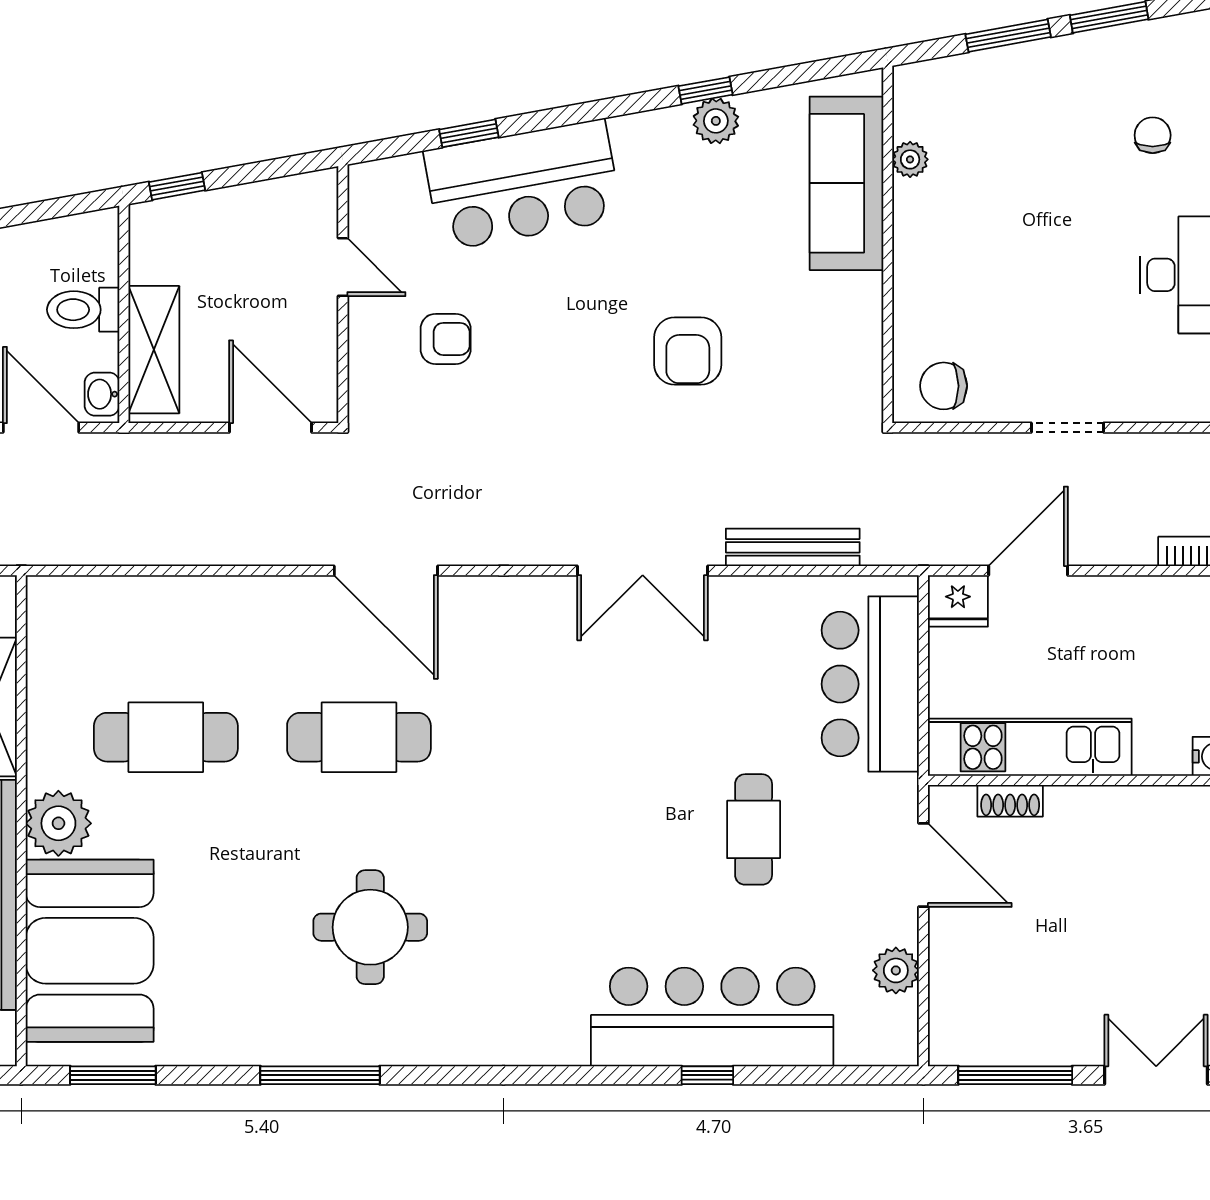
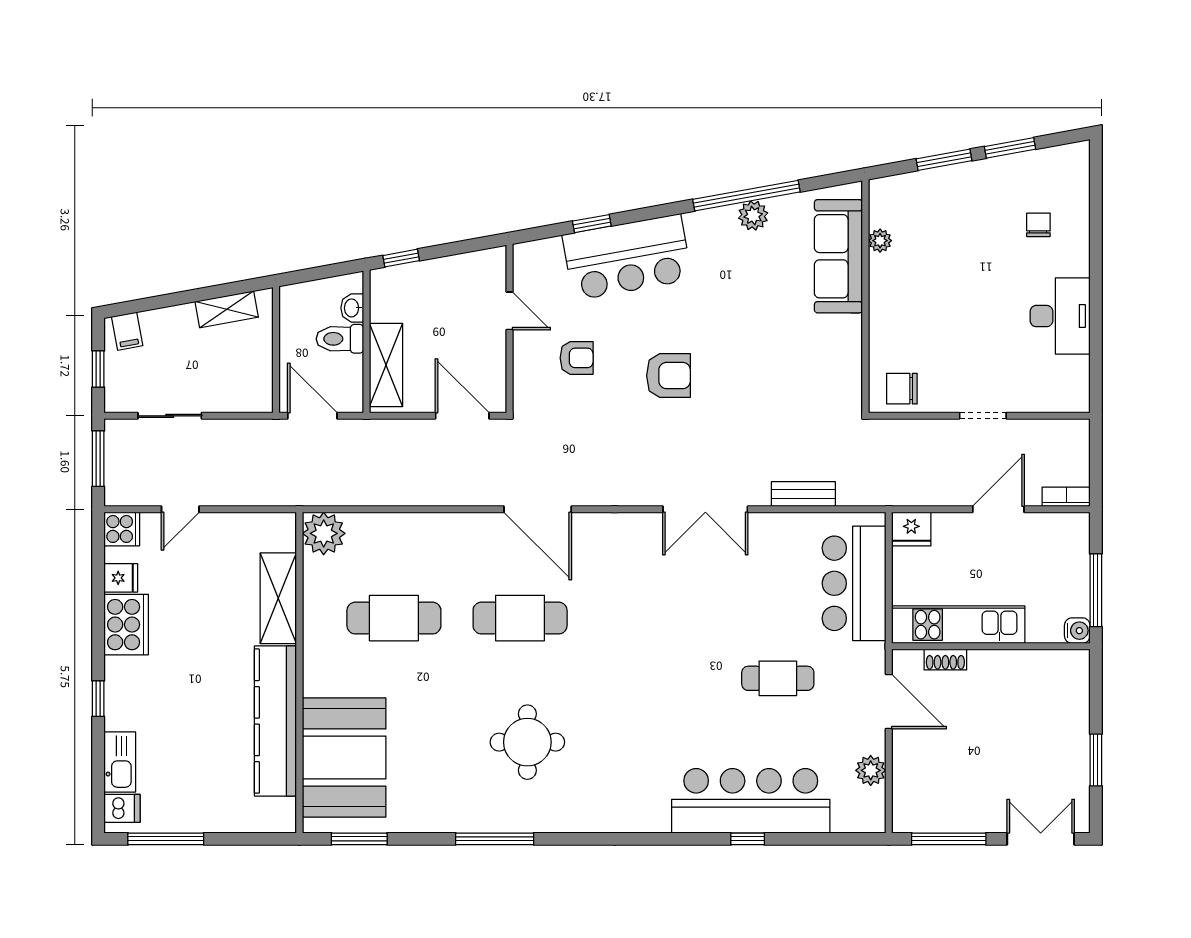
window: (706, 90) -> (746, 196), width x3.17
armchair: (688, 351) -> (668, 376), moved, turned -90
washbasin: (102, 394) -> (352, 308), moved
bench: (793, 547) -> (803, 494), width x0.73
door: (1028, 571) -> (998, 509), moved
plant: (58, 823) -> (324, 533), moved
cafe table: (754, 829) -> (778, 678), turned 90

